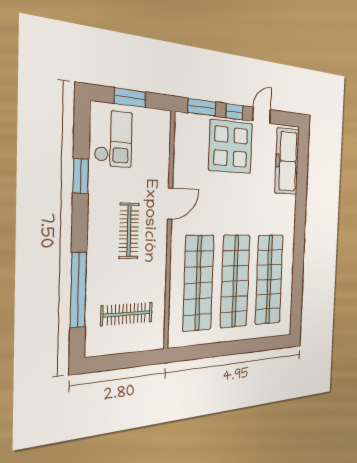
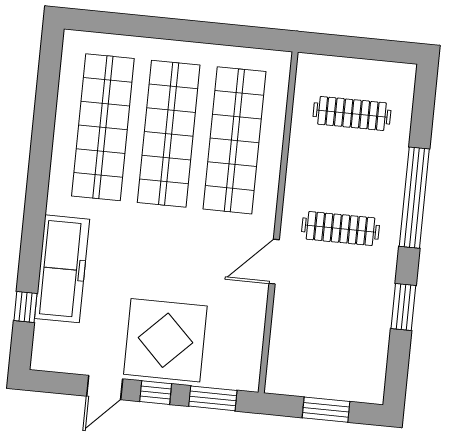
checkout: (114, 139) -> (354, 355), removed
freezer: (287, 161) -> (62, 269), moved
window: (302, 166) -> (25, 307), added
clothes rail: (129, 231) -> (340, 229), turned 90
window: (78, 290) -> (414, 198), moved

